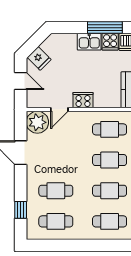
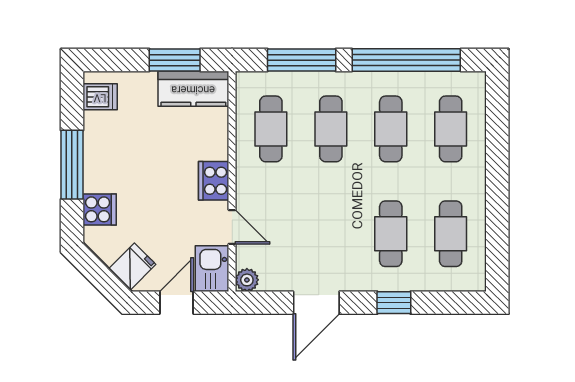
window: (105, 28) -> (72, 165), moved
kitchen sink: (89, 42) -> (212, 269), moved, turned 180
cooker: (110, 42) -> (100, 209), moved
plant: (37, 122) -> (247, 280), width x0.53, depth x0.53
window: (21, 210) -> (394, 303), moved

